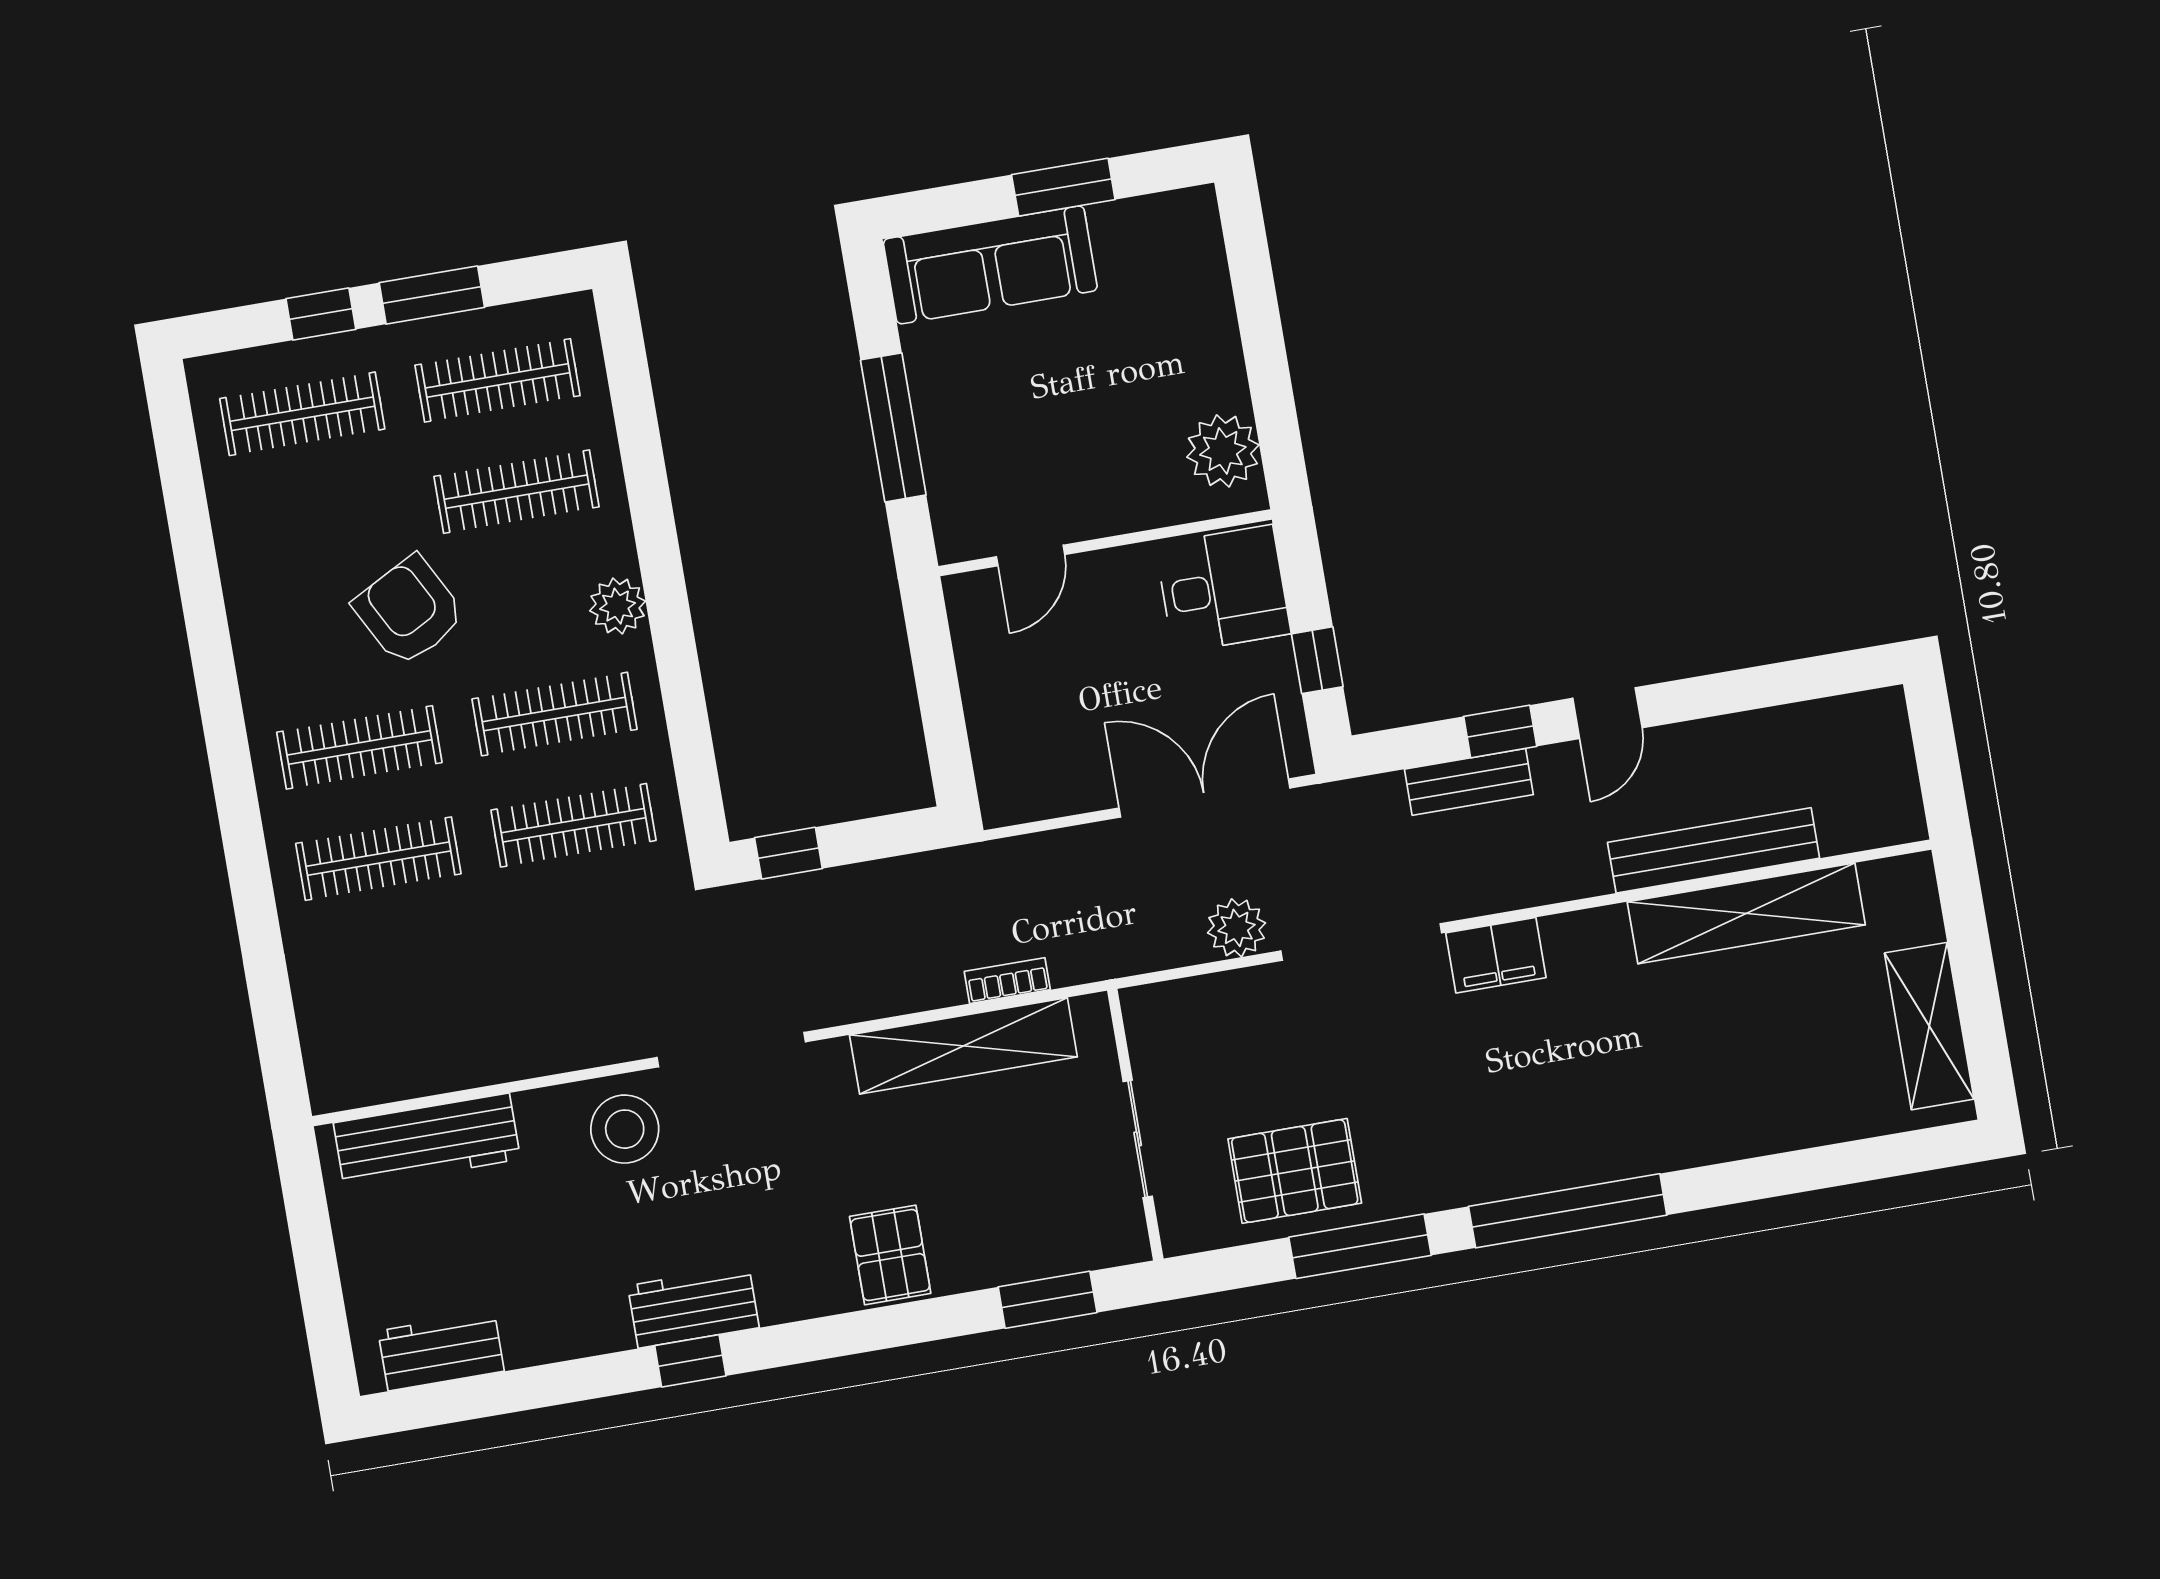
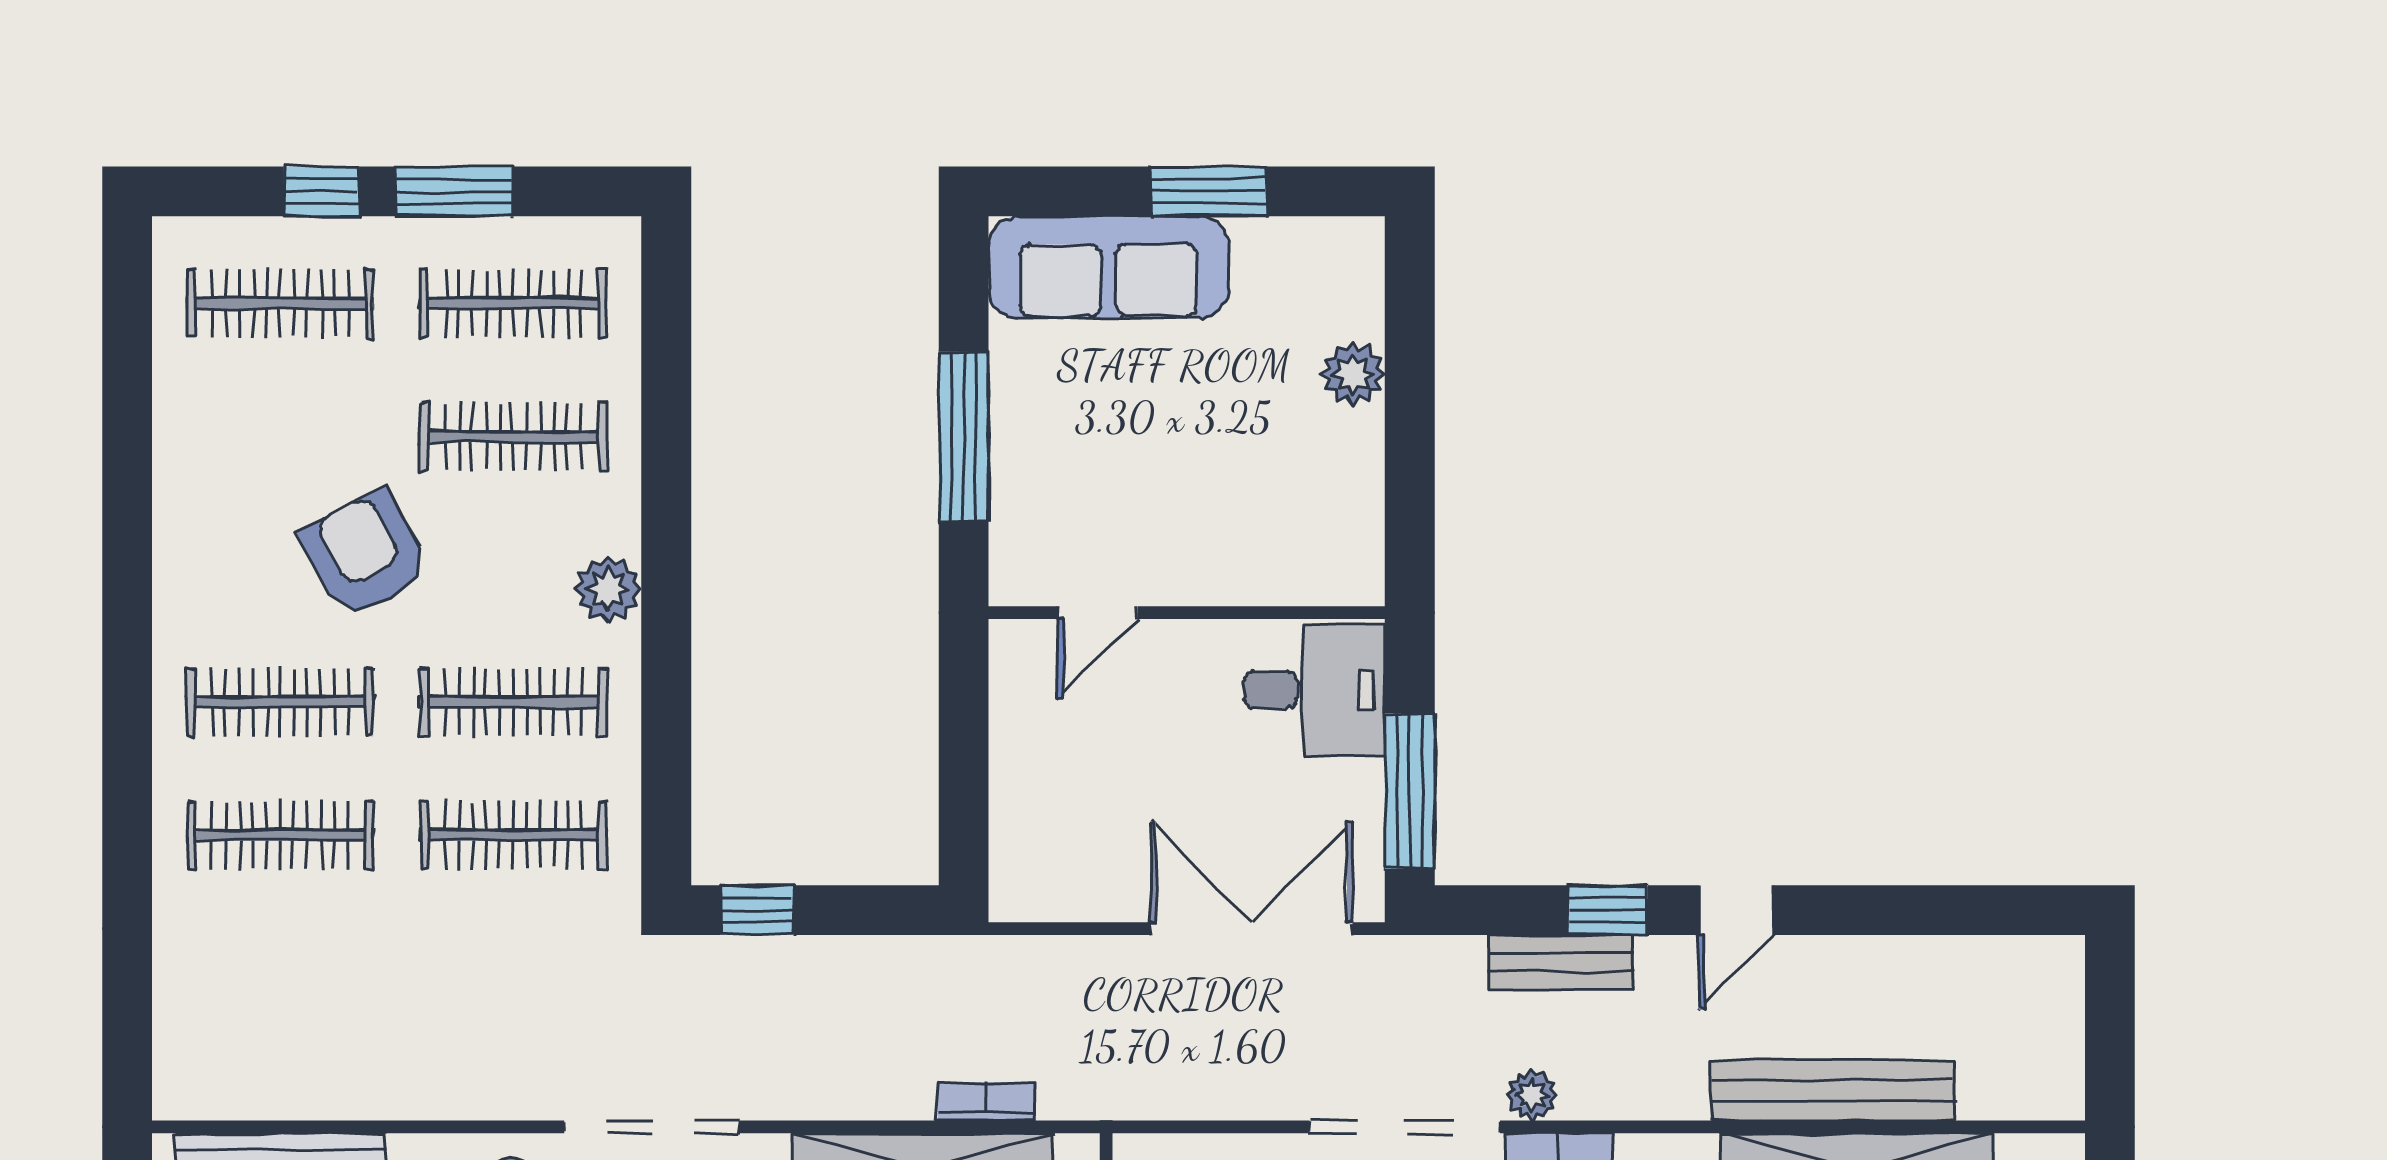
plant: (1223, 451) -> (1353, 374), moved, width x0.73, depth x0.73
window: (1317, 660) -> (1410, 791), width x2.17
plant: (1237, 928) -> (1532, 1095), moved, width x0.73, depth x0.73

